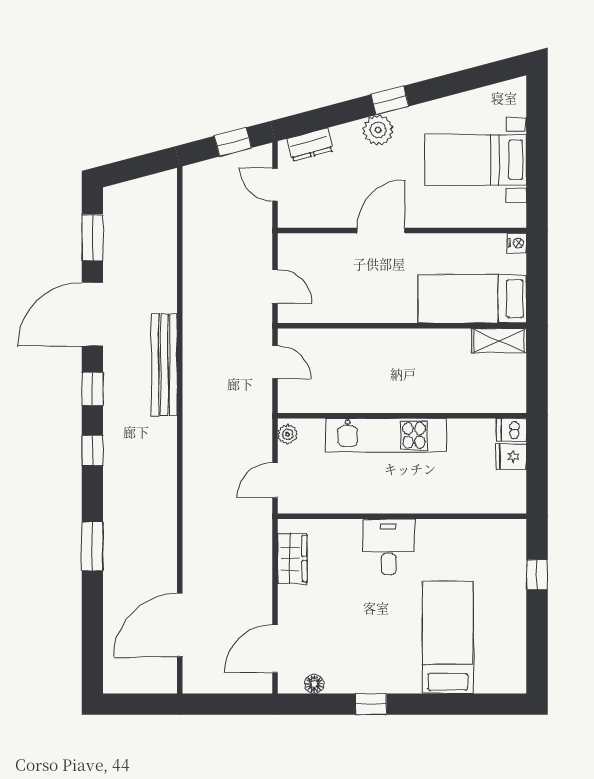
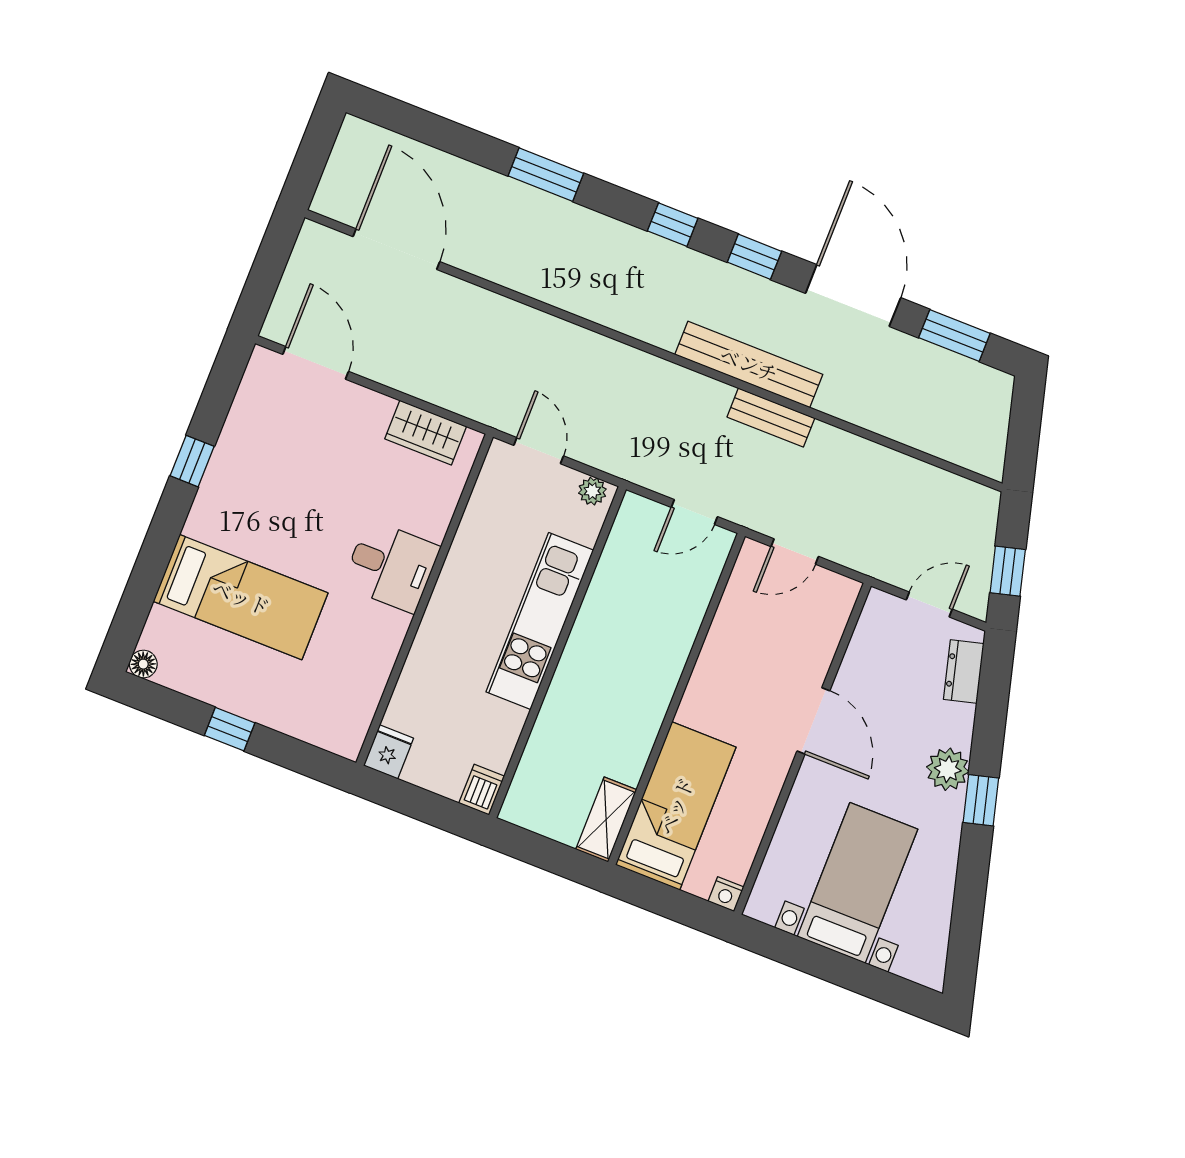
bench: (193, 337) -> (771, 418), added
fridge: (511, 456) -> (388, 752), moved
window: (537, 575) -> (230, 729), moved
floor lamp: (314, 684) -> (143, 664), moved

